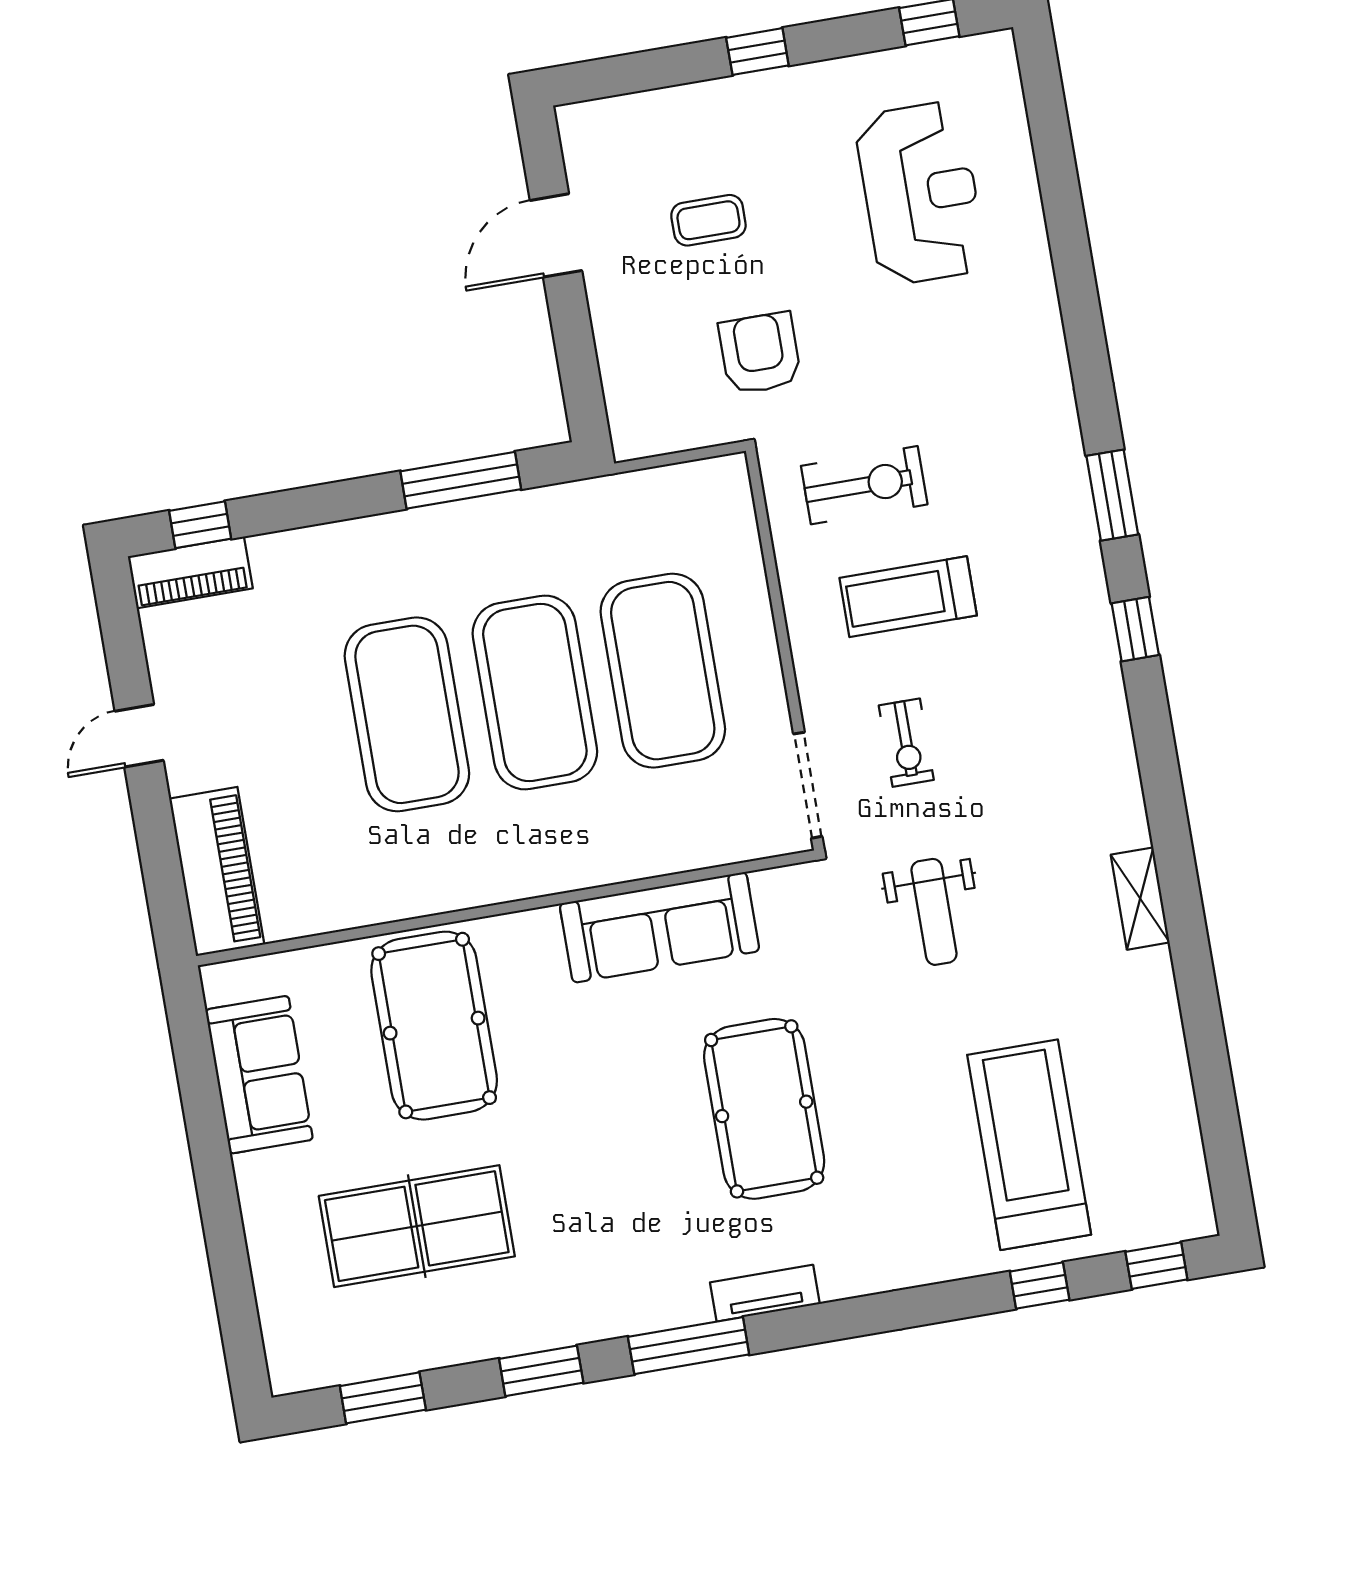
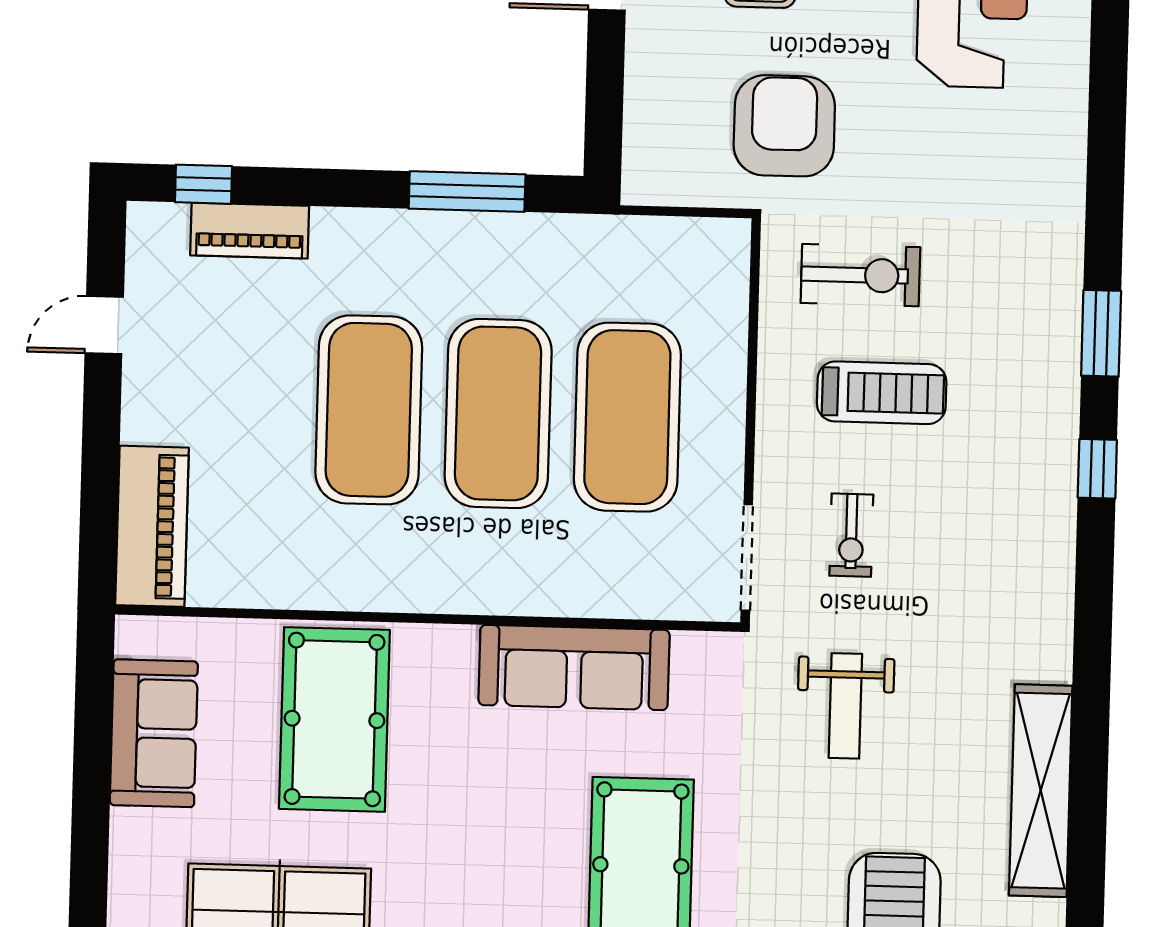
armchair: (760, 353) -> (784, 126), width x1.36, depth x1.36
piano: (190, 572) -> (250, 231), moved
treadmill: (908, 597) -> (882, 393), turned 180
door: (139, 736) -> (104, 325), moved
shelving: (1140, 899) -> (1041, 791), width x2.20, depth x1.33

